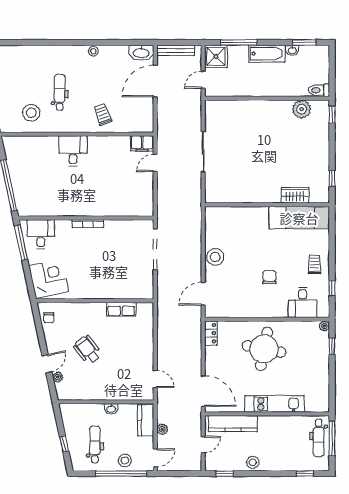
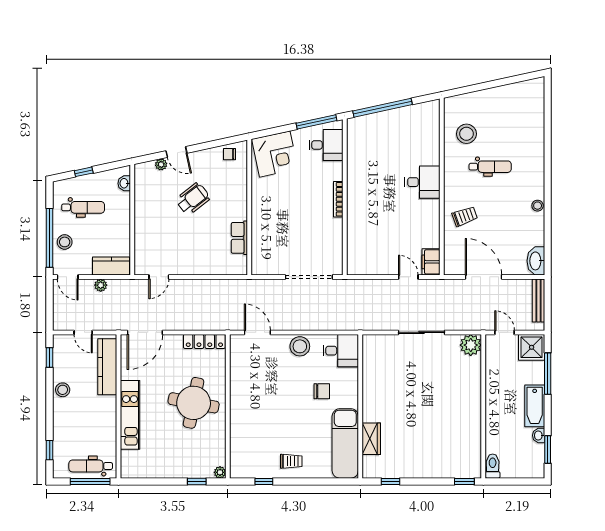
door: (155, 81) -> (484, 277), moved
plant: (302, 109) -> (471, 345), moved
chair: (269, 277) -> (322, 391), moved
desk: (303, 302) -> (341, 351), moved, turned 180
locker: (211, 333) -> (204, 341), width x1.53
washbasin: (111, 409) -> (124, 183), moved

